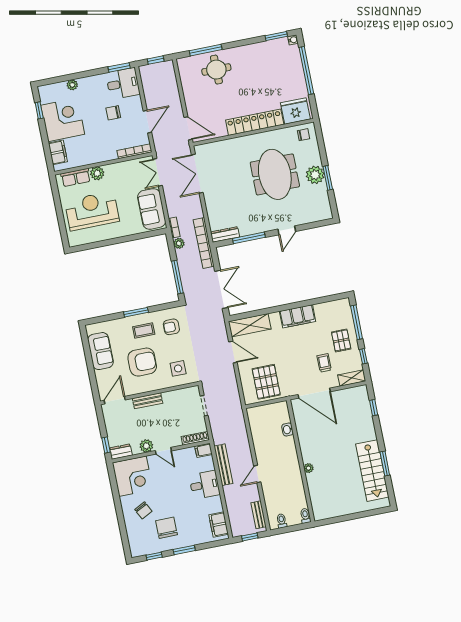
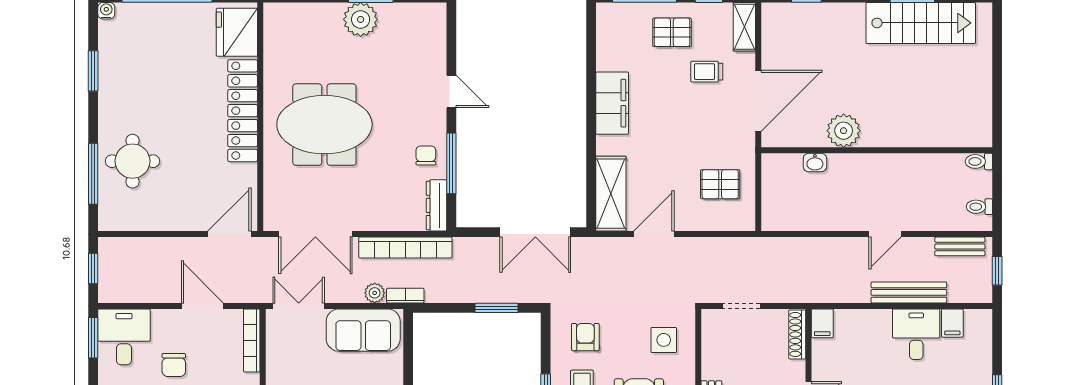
window: (276, 36) -> (93, 71), moved
chair: (304, 135) -> (426, 155), moved
double door: (158, 172) -> (299, 306), swing flipped
meeting table: (275, 174) -> (324, 125), moved
plant: (179, 243) -> (375, 293), moved
bookcase: (204, 243) -> (405, 248), moved
window: (177, 277) -> (497, 308), width x0.69
double door: (221, 289) -> (535, 232), swing flipped
armchair: (171, 327) -> (585, 337), turned 180
pallet: (266, 382) -> (720, 184), width x0.67, depth x0.71
bench: (223, 465) -> (909, 292), moved
plant: (308, 468) -> (844, 131), moved, width x1.87, depth x1.87
door: (257, 474) -> (885, 234), hinge flipped
desk: (205, 485) -> (916, 334), moved
filing cabinet: (219, 525) -> (952, 323), width x0.50

